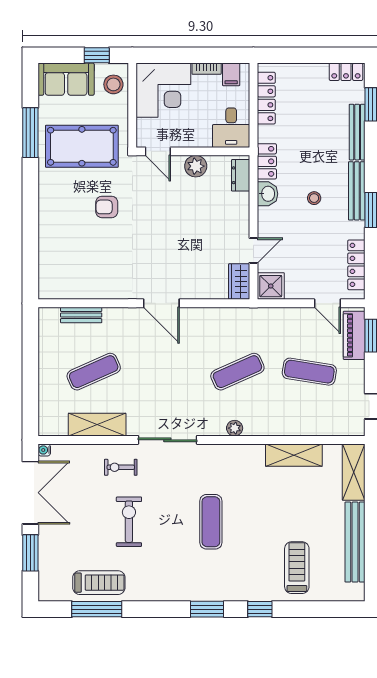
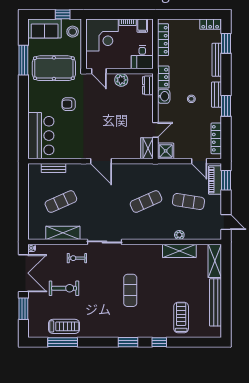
bench: (357, 191) -> (217, 95), width x0.73
bar counter: (60, 260) -> (41, 136), added
plant: (235, 428) -> (179, 235), moved
exercise bike: (129, 522) -> (64, 288), moved, turned 90

